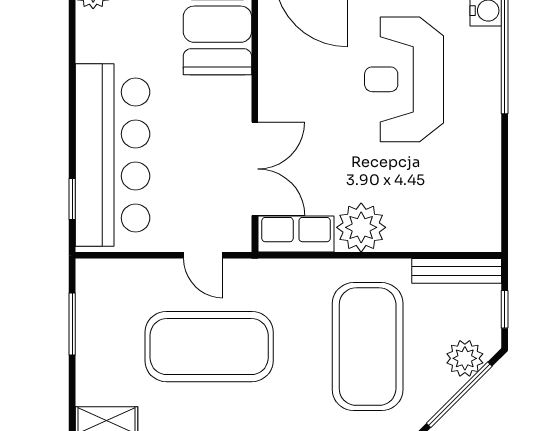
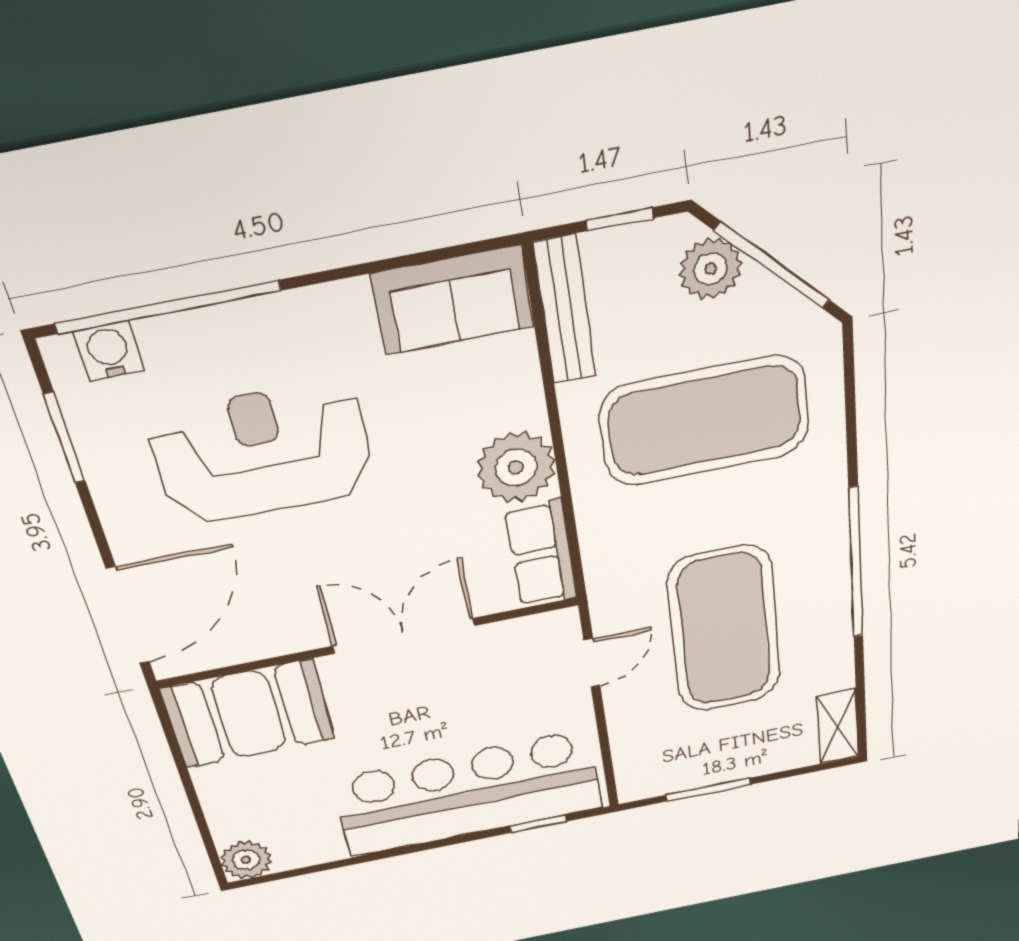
reception desk: (404, 79) -> (262, 453), turned 180
double door: (255, 169) -> (404, 636), moved
sofa: (476, 208) -> (453, 300), added

